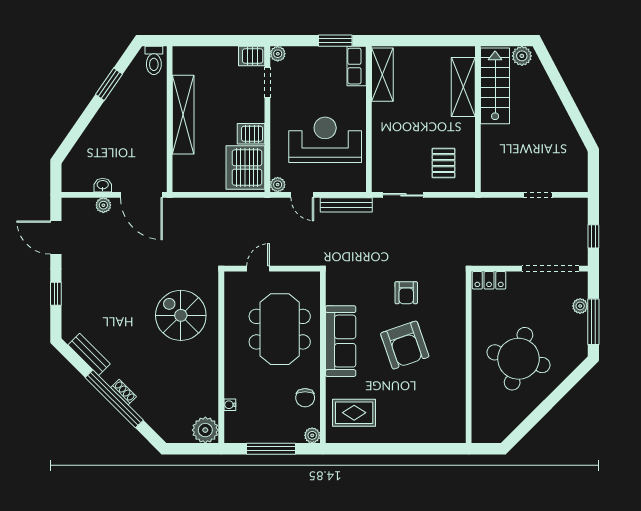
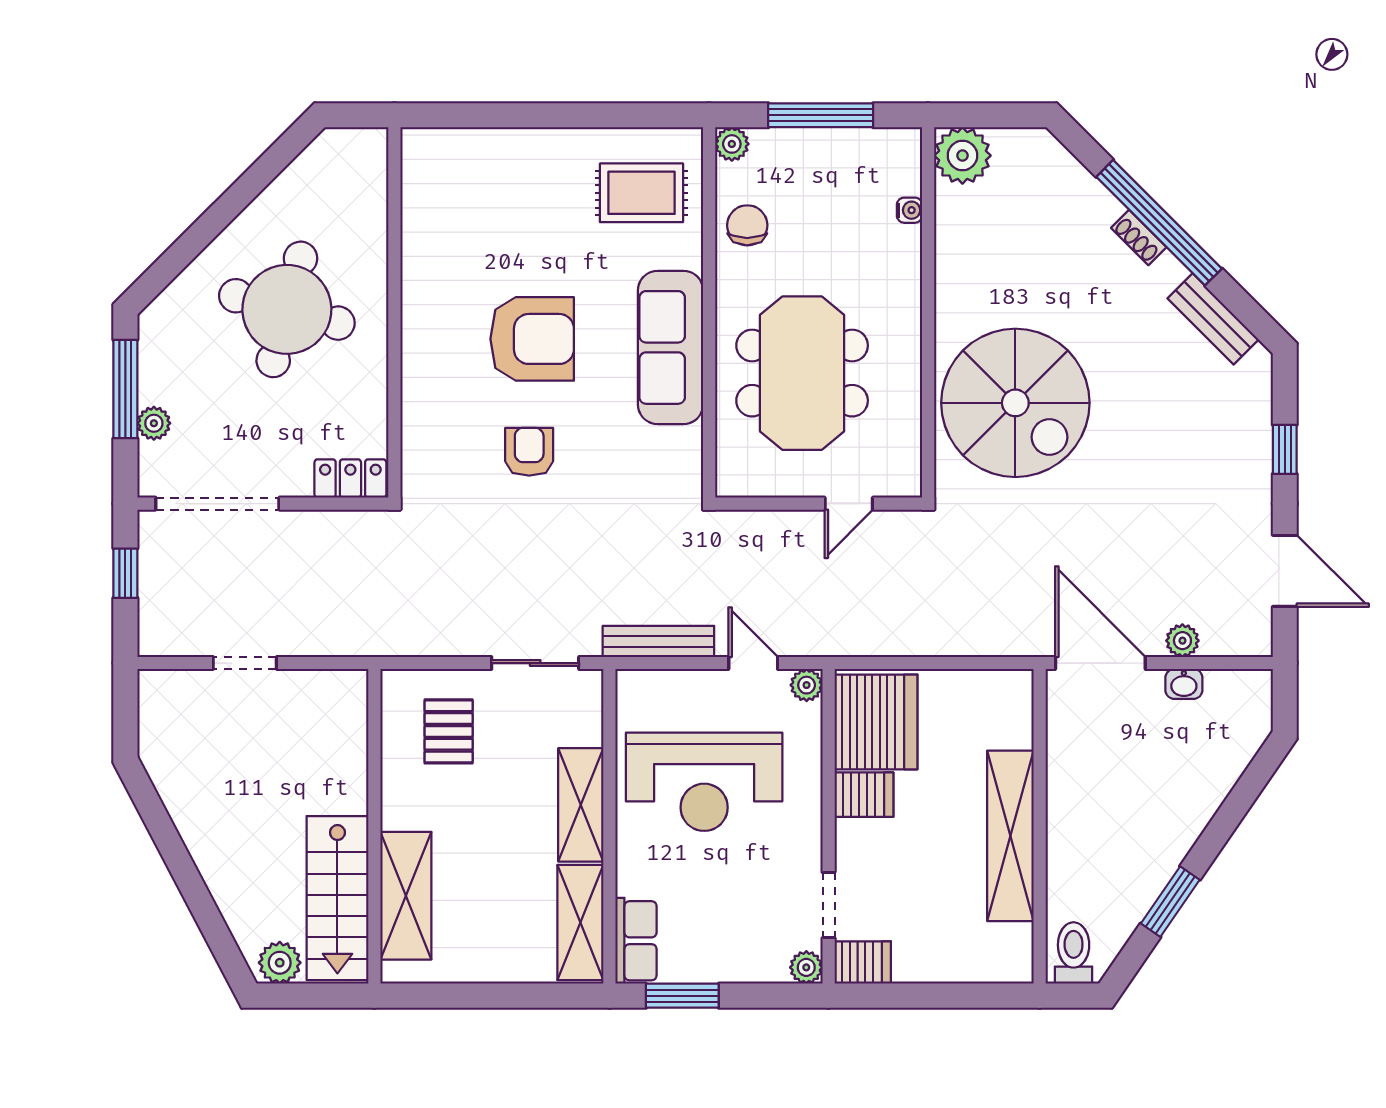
shelving: (382, 129) -> (581, 805), added
spiral stairs: (181, 315) -> (1015, 403), width x1.37, depth x1.37
armchair: (405, 345) -> (532, 339), turned 109

